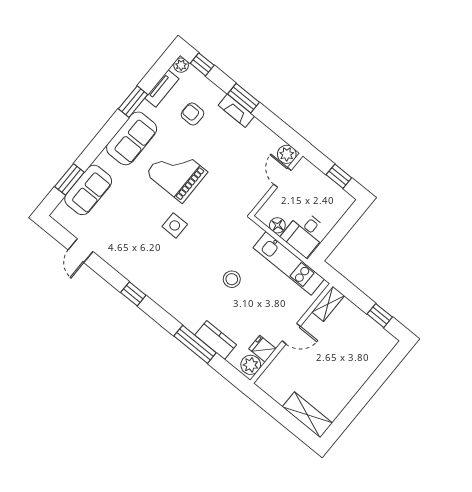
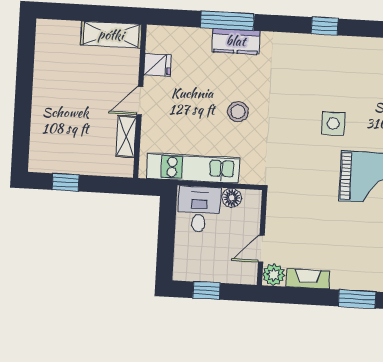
fireplace: (236, 111) -> (308, 279), moved
door: (282, 177) -> (261, 249), swing flipped
shelving: (328, 304) -> (126, 136), moved
kitchen counter: (216, 340) -> (236, 41), moved
plant: (251, 365) -> (158, 41), removed
shelving: (307, 415) -> (111, 35), moved

